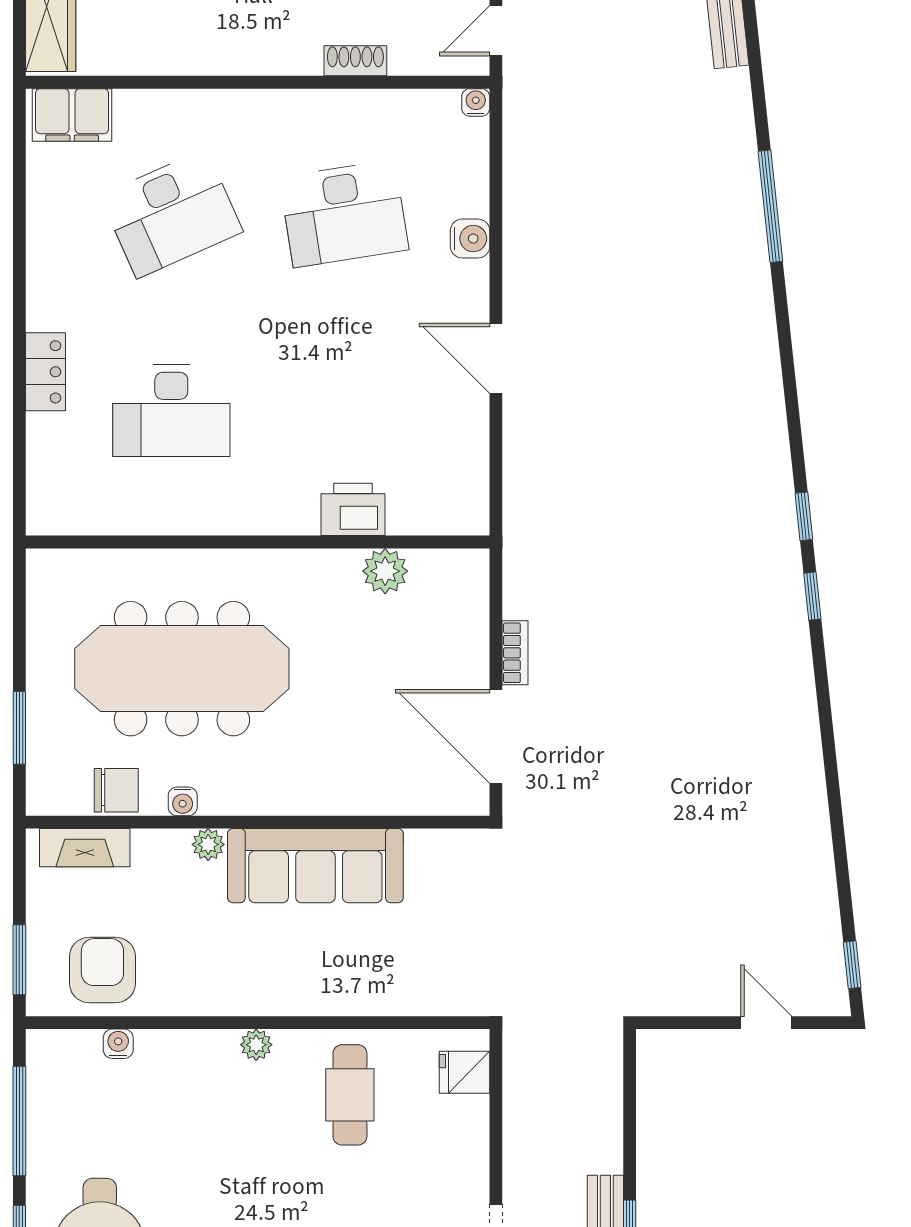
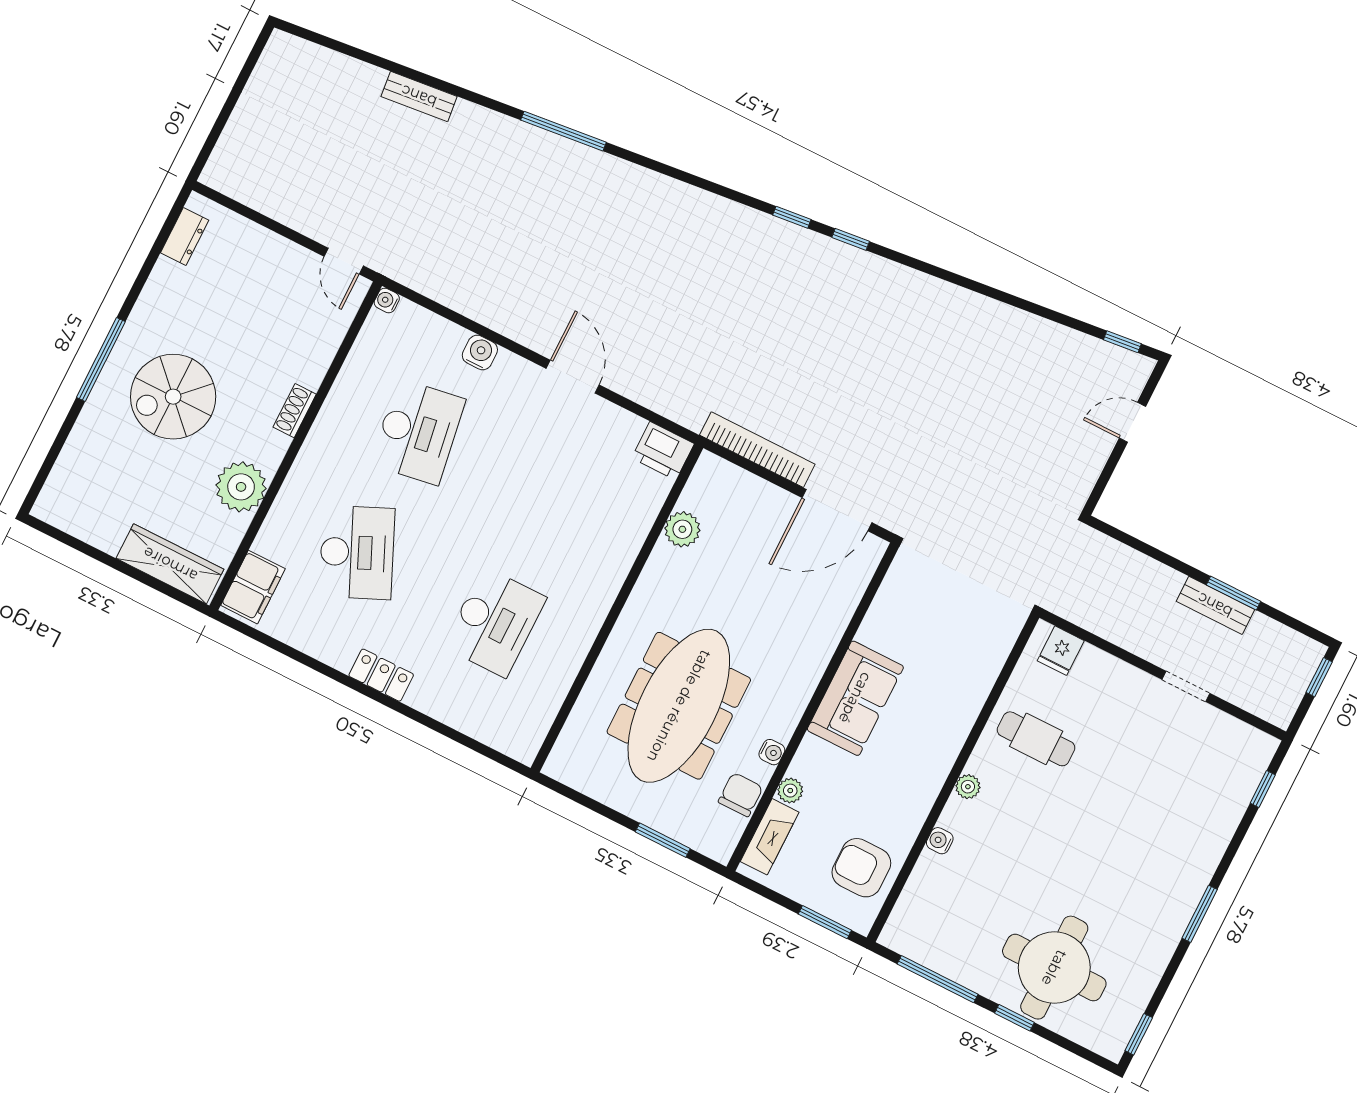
plant: (179, 44) -> (241, 487), added
shoe rack: (355, 61) -> (295, 411), moved
door: (496, 358) -> (573, 377), swing flipped
locker: (46, 372) -> (381, 675), moved
printer: (353, 509) -> (663, 451), moved, turned -90
bookcase: (515, 653) -> (757, 450), width x2.31, depth x1.31
plant: (208, 844) -> (790, 791), moved
sofa: (315, 866) -> (855, 698), width x0.73
water cooler: (118, 1044) -> (940, 841), moved

